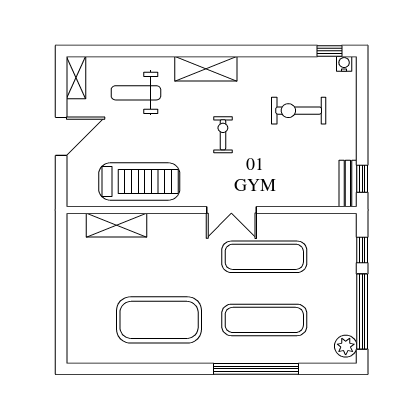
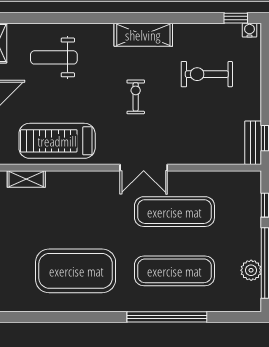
shelving: (206, 69) -> (143, 35), moved
treadmill: (139, 182) -> (57, 141), turned 180
shelving: (116, 225) -> (26, 179), width x0.67, depth x0.75
plant: (346, 346) -> (251, 270), moved

